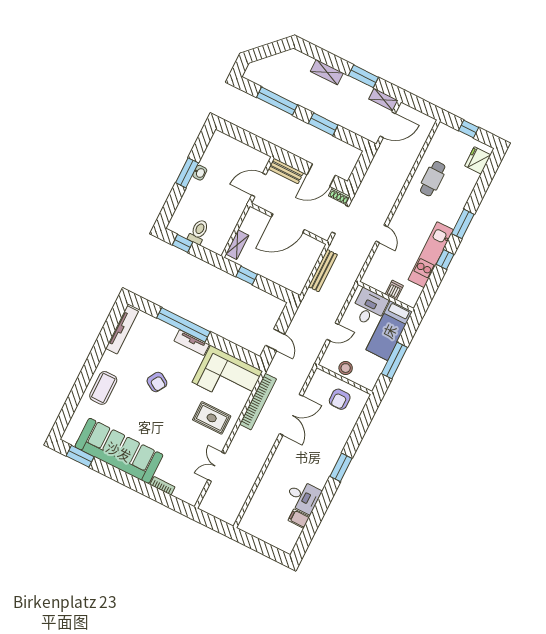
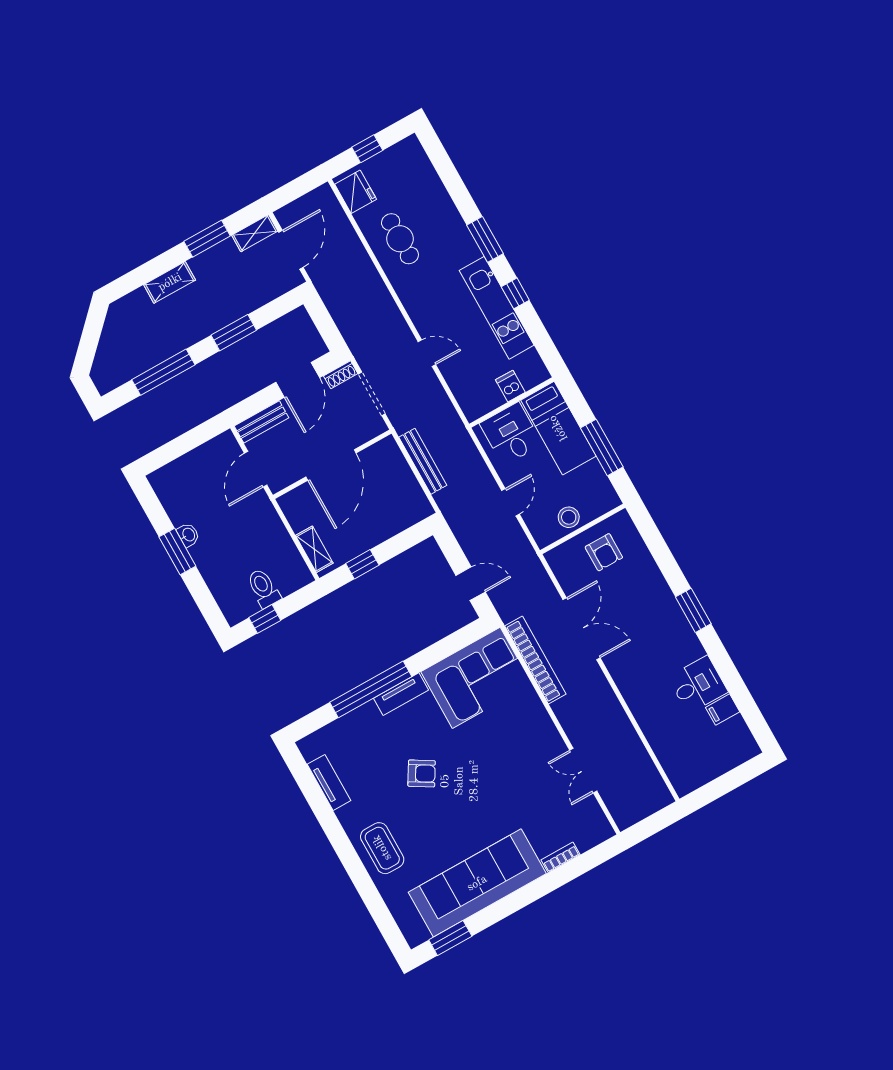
fridge: (478, 160) -> (356, 192), moved, turned 180
tv unit: (122, 330) -> (329, 782), width x0.71
rug: (212, 418) -> (516, 734), removed

